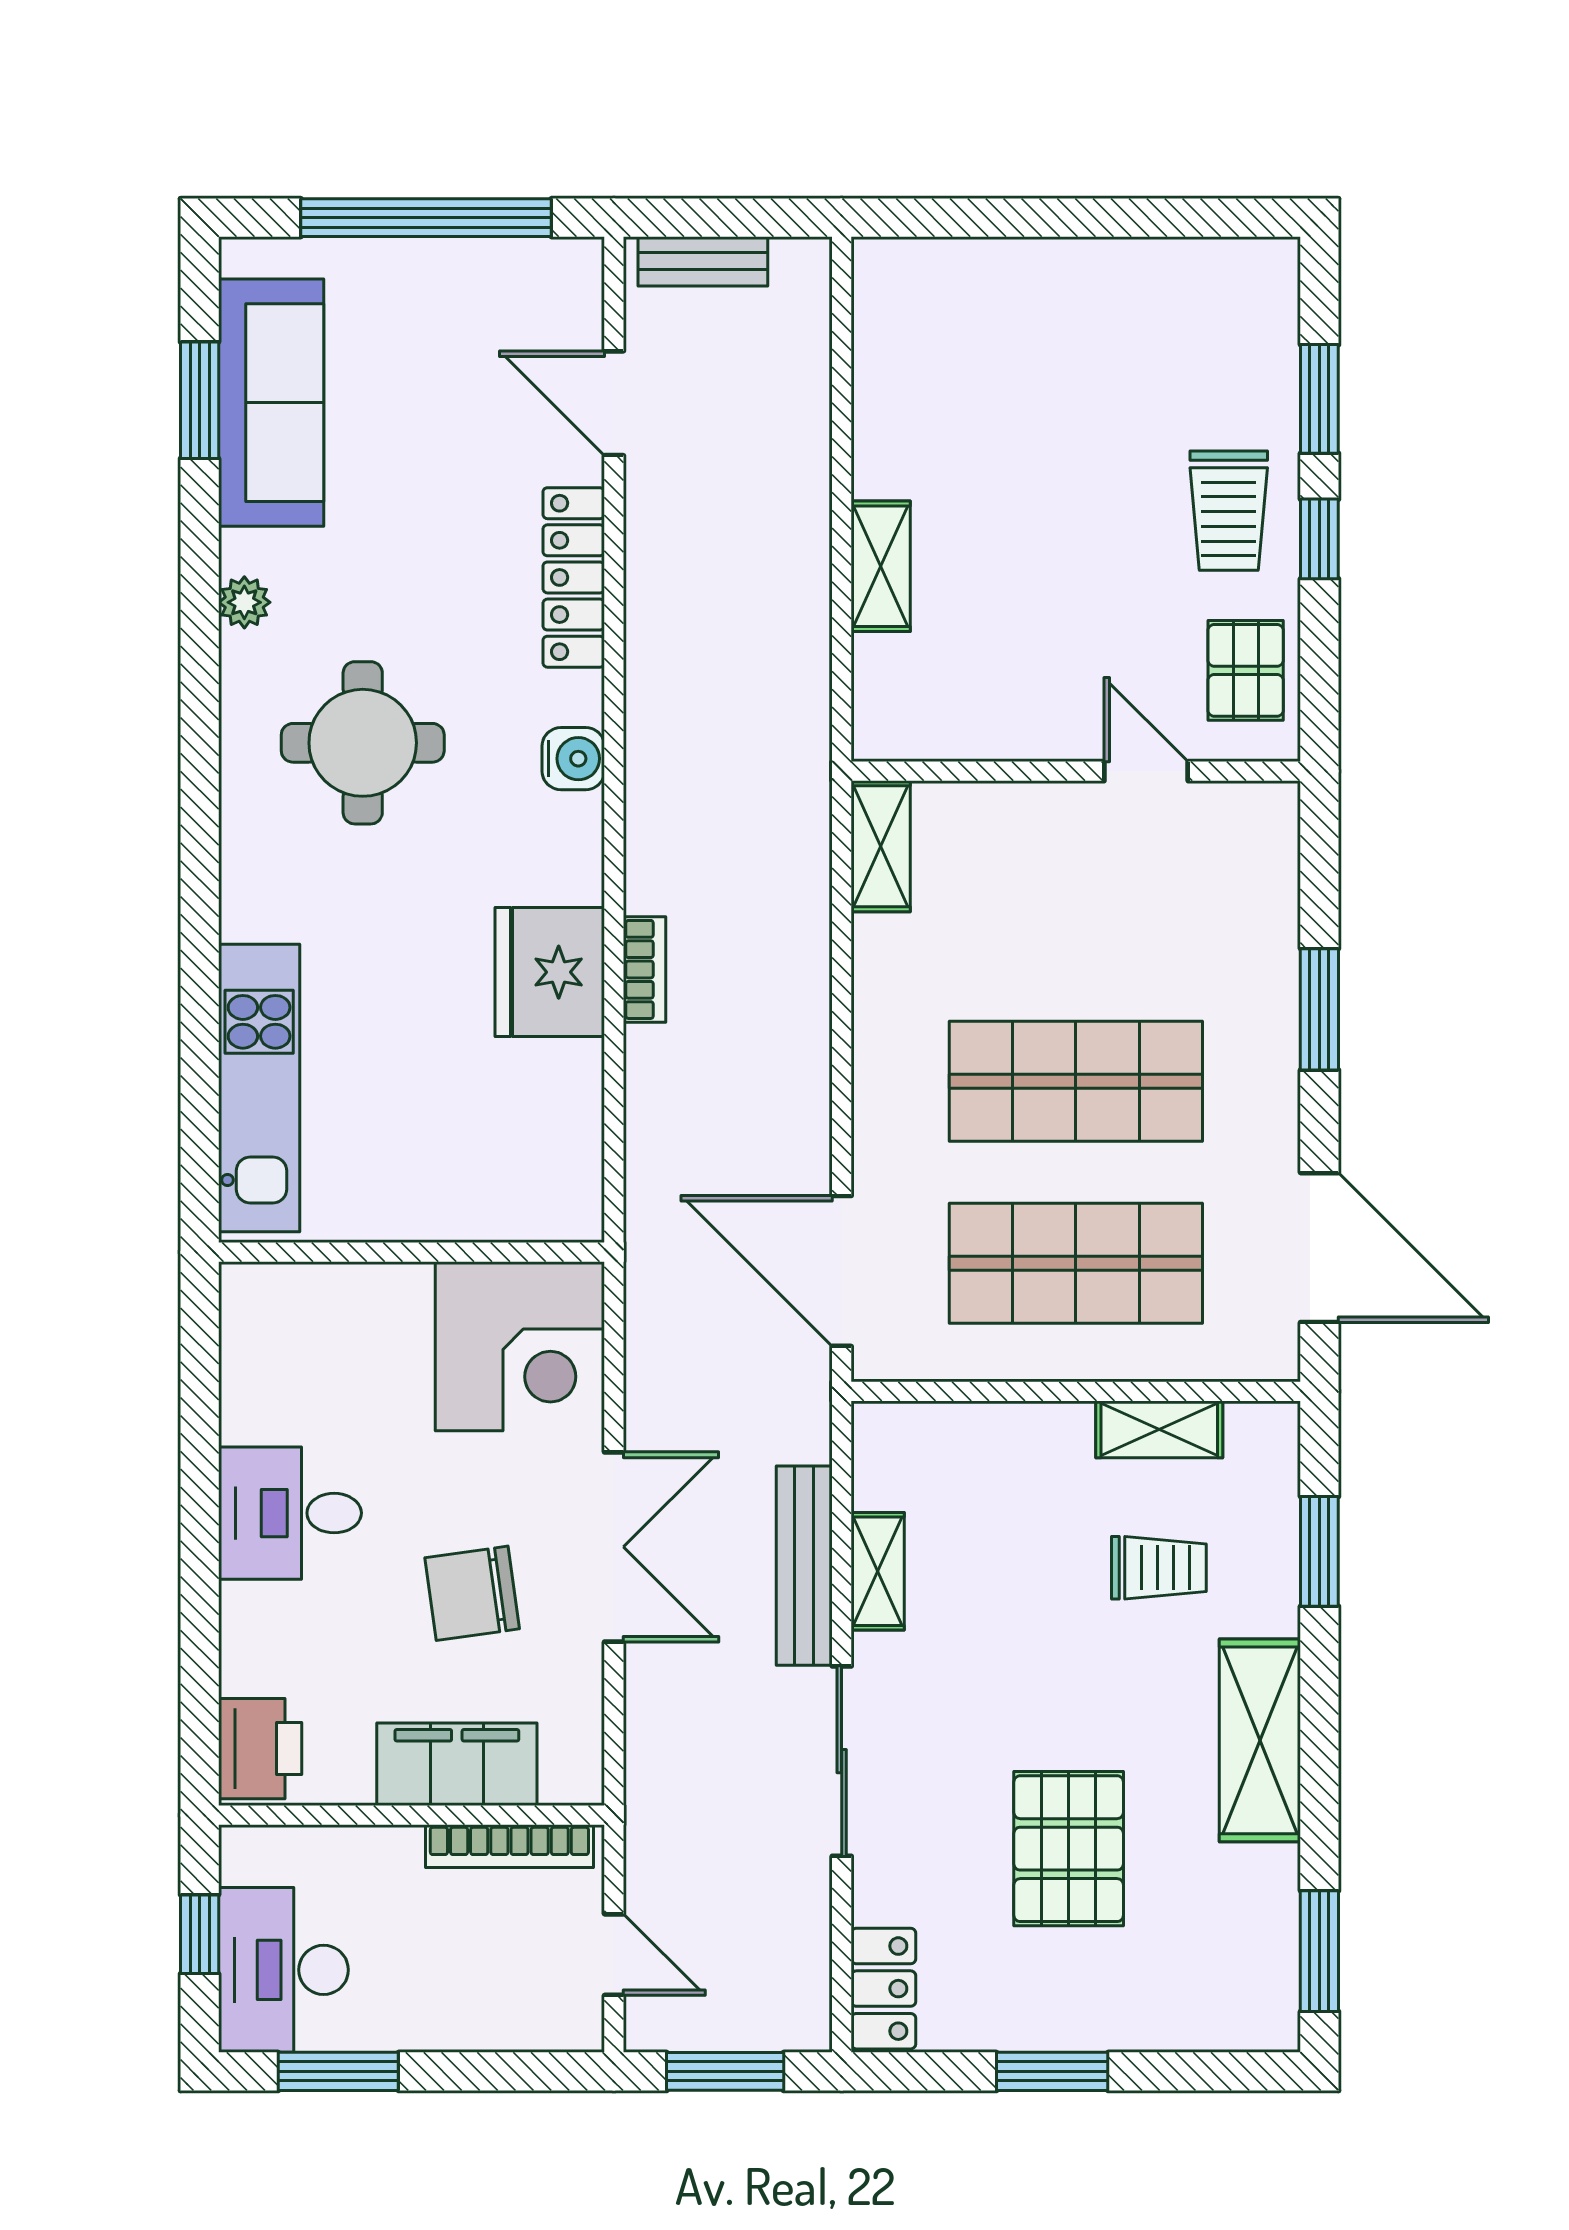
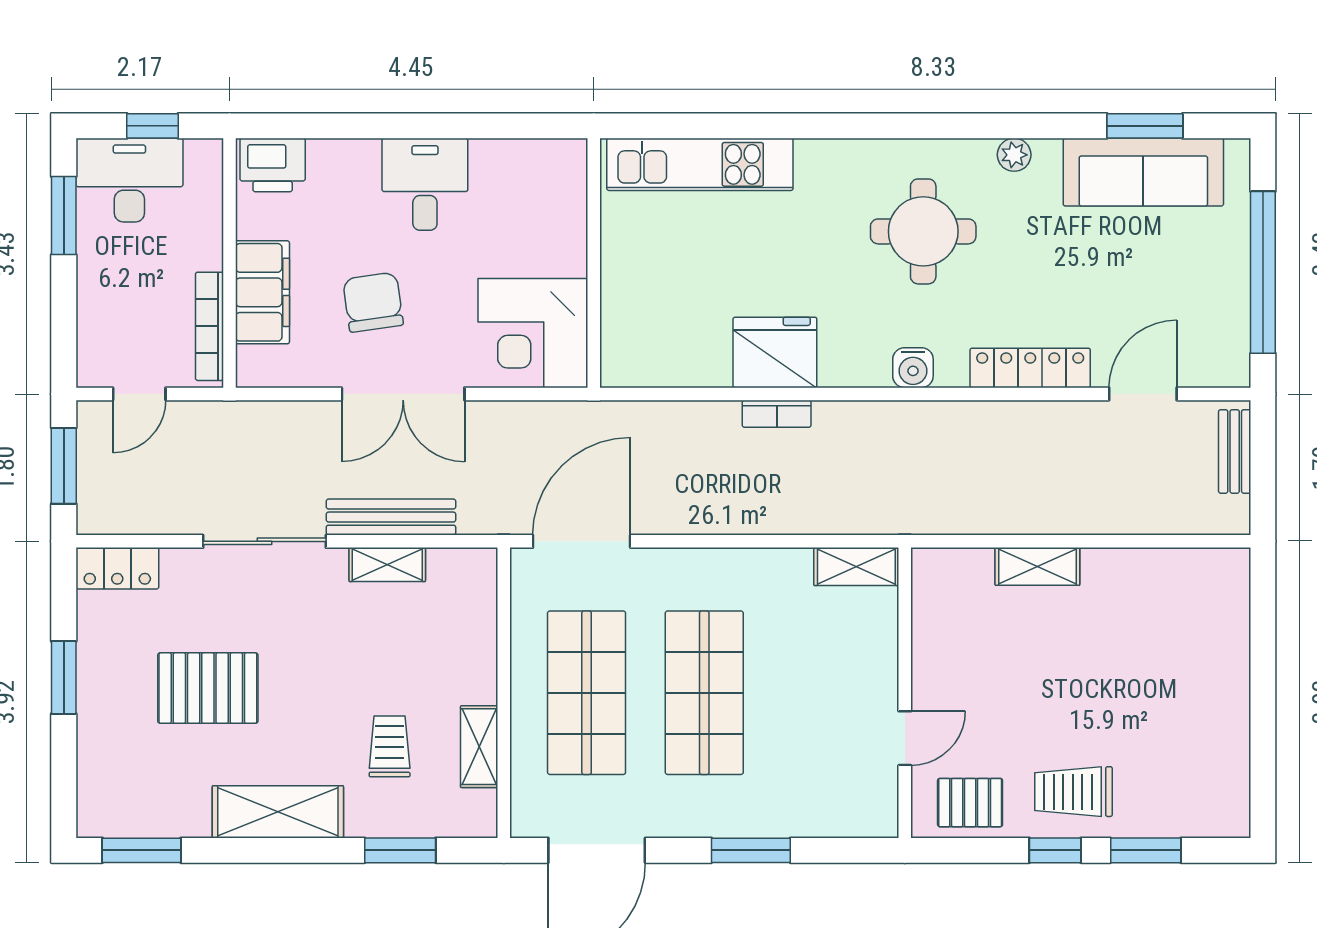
trolley: (1159, 1568) -> (390, 746), turned 180

